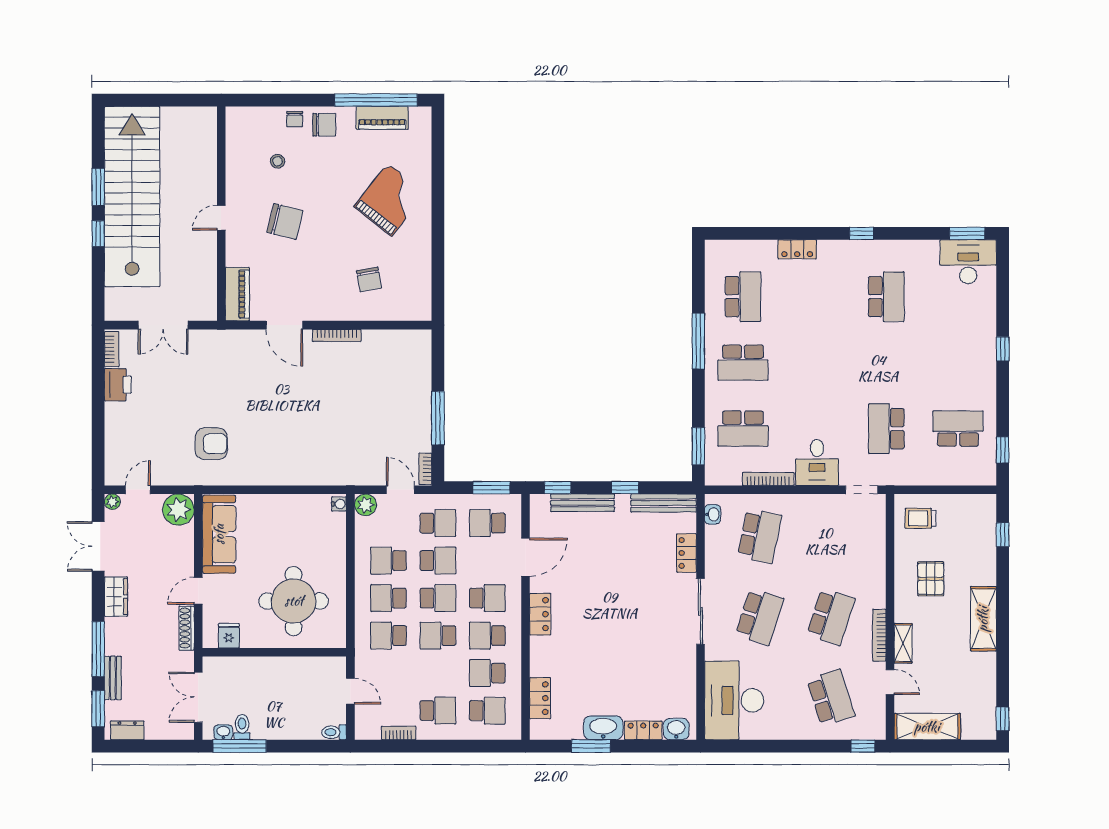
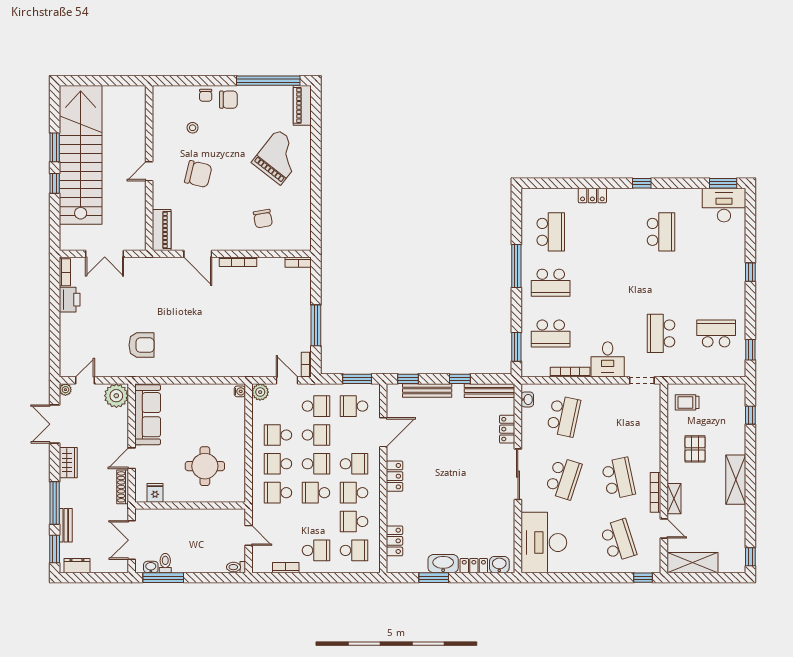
piano: (382, 118) -> (302, 105), moved, turned 90
bookcase: (415, 336) -> (298, 262), added
round table: (294, 601) -> (205, 466), width x0.73, depth x0.73
school desk: (831, 617) -> (618, 478), turned -30

